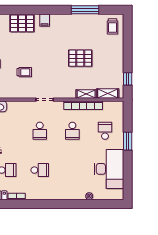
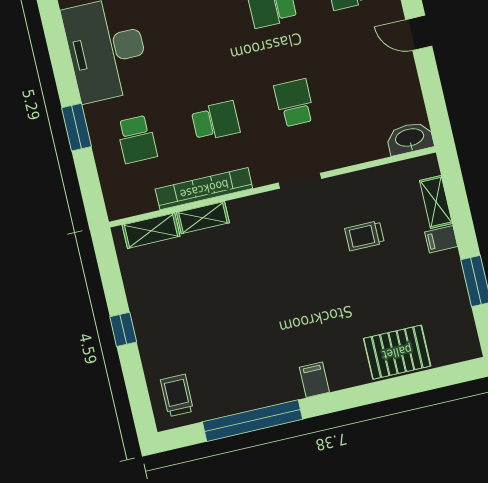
window: (85, 10) -> (253, 421), width x1.46
filing cabinet: (45, 20) -> (314, 380), moved
pallet: (80, 58) -> (237, 301), removed
window: (128, 79) -> (123, 329), moved
school desk: (72, 131) -> (216, 121), turned 90

